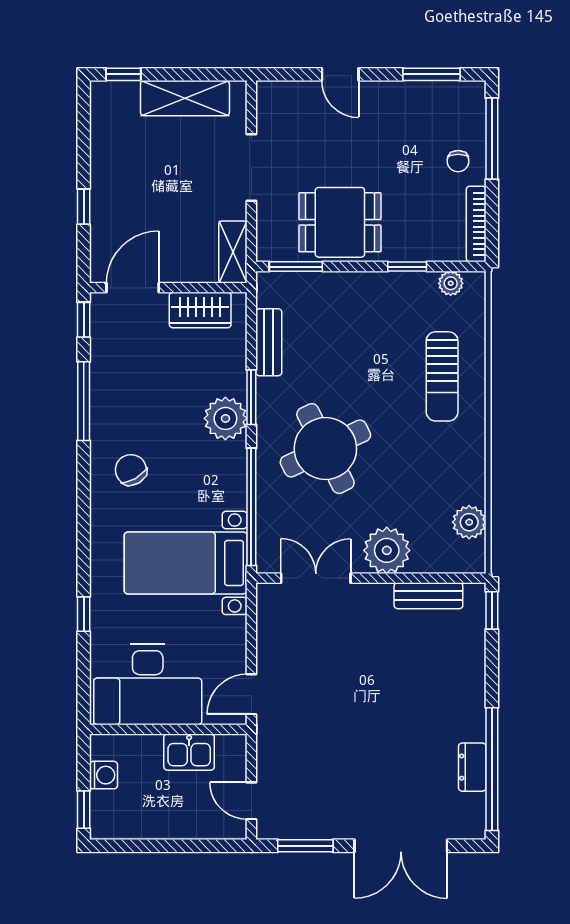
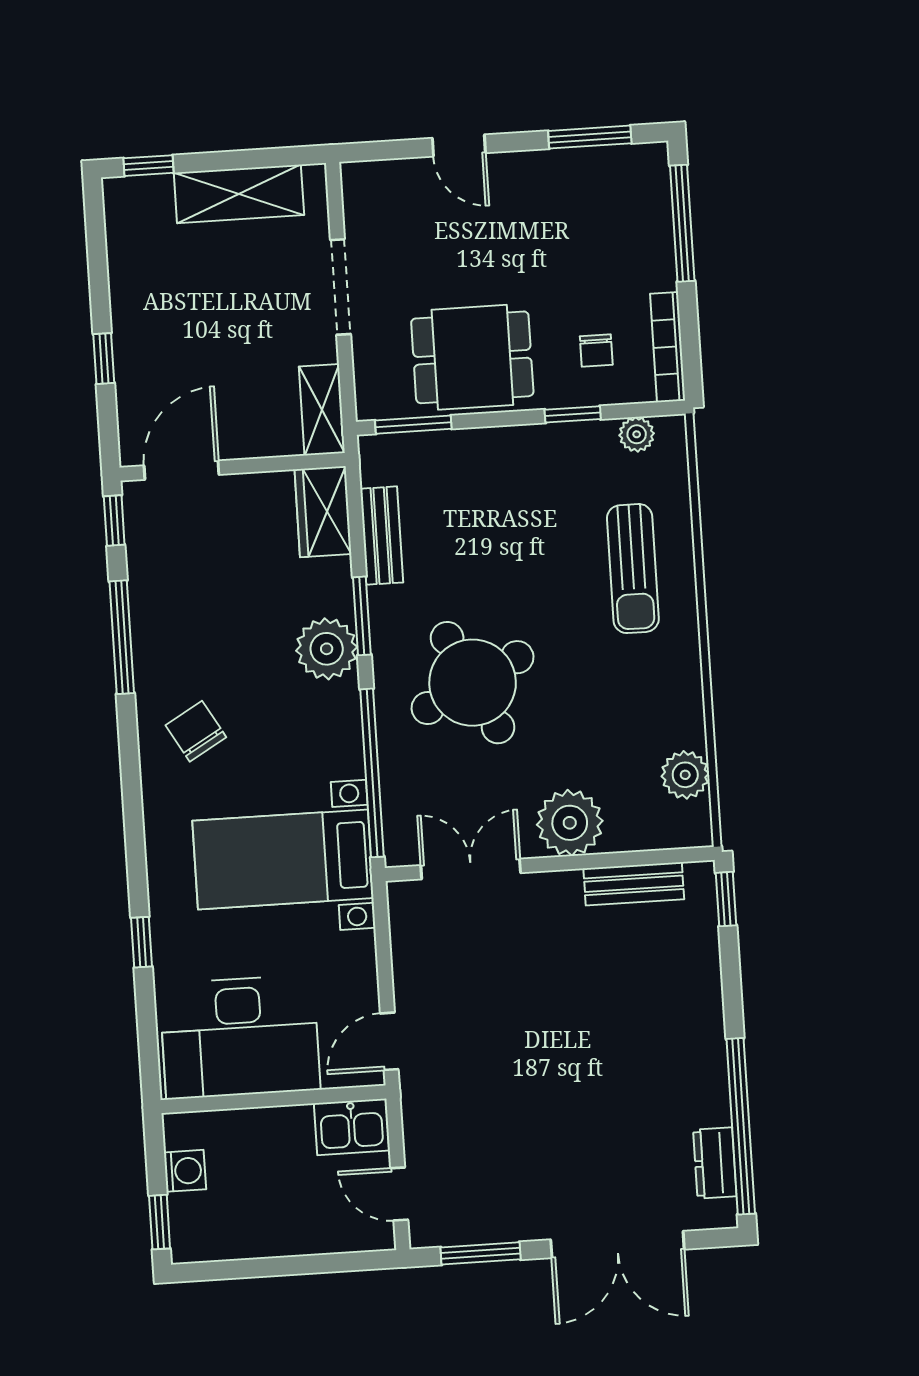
chair: (458, 161) -> (596, 350), moved
wardrobe: (200, 310) -> (323, 512), moved, turned 90
kitchen sink: (189, 752) -> (352, 1127), moved
dresser: (472, 767) -> (715, 1163), moved

